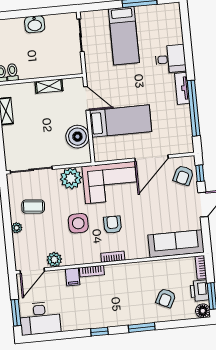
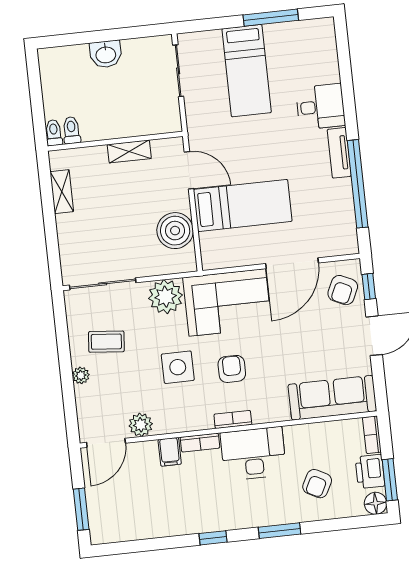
desk: (40, 318) -> (253, 454), moved, turned 180

